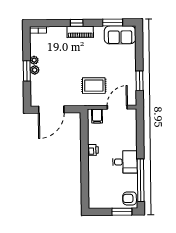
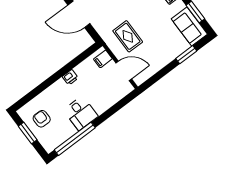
window: (140, 81) -> (186, 55), moved
armchair: (130, 198) -> (42, 119), moved
window: (122, 212) -> (28, 133), moved

